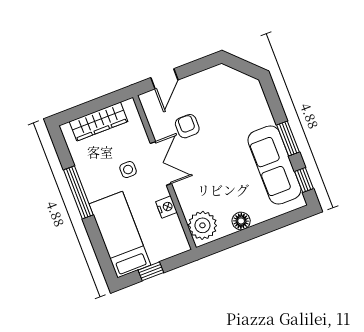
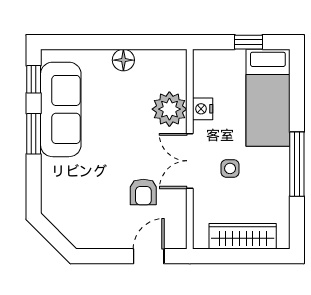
plant: (202, 225) -> (169, 109), moved

